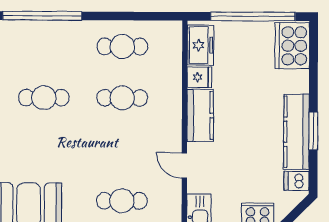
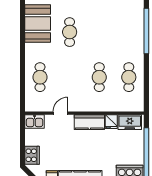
cafe table: (44, 98) -> (70, 32), moved

